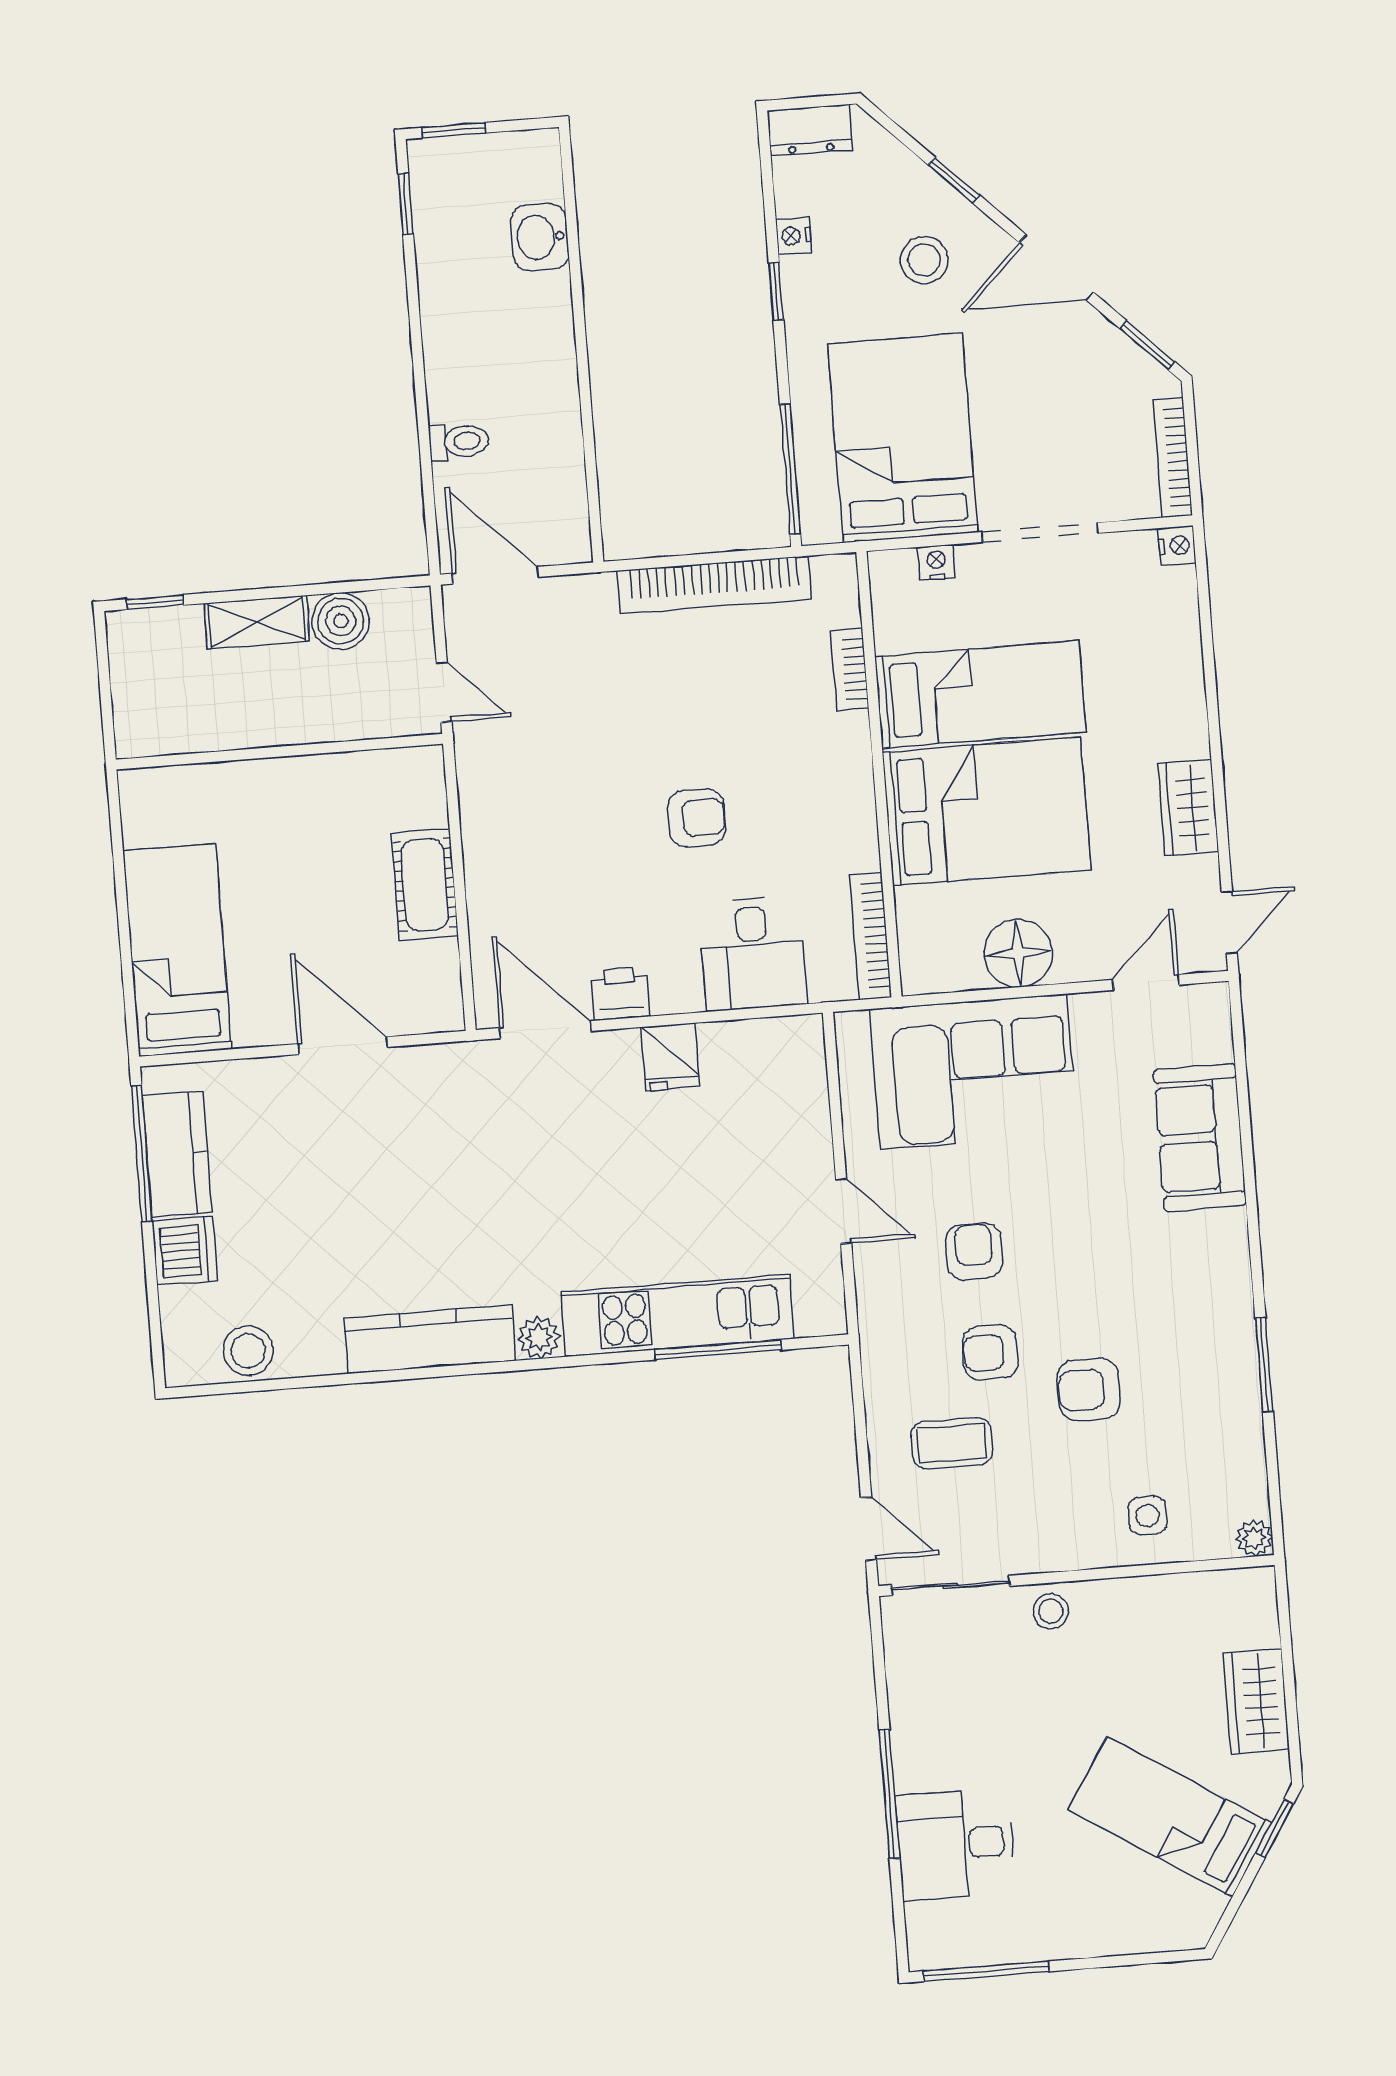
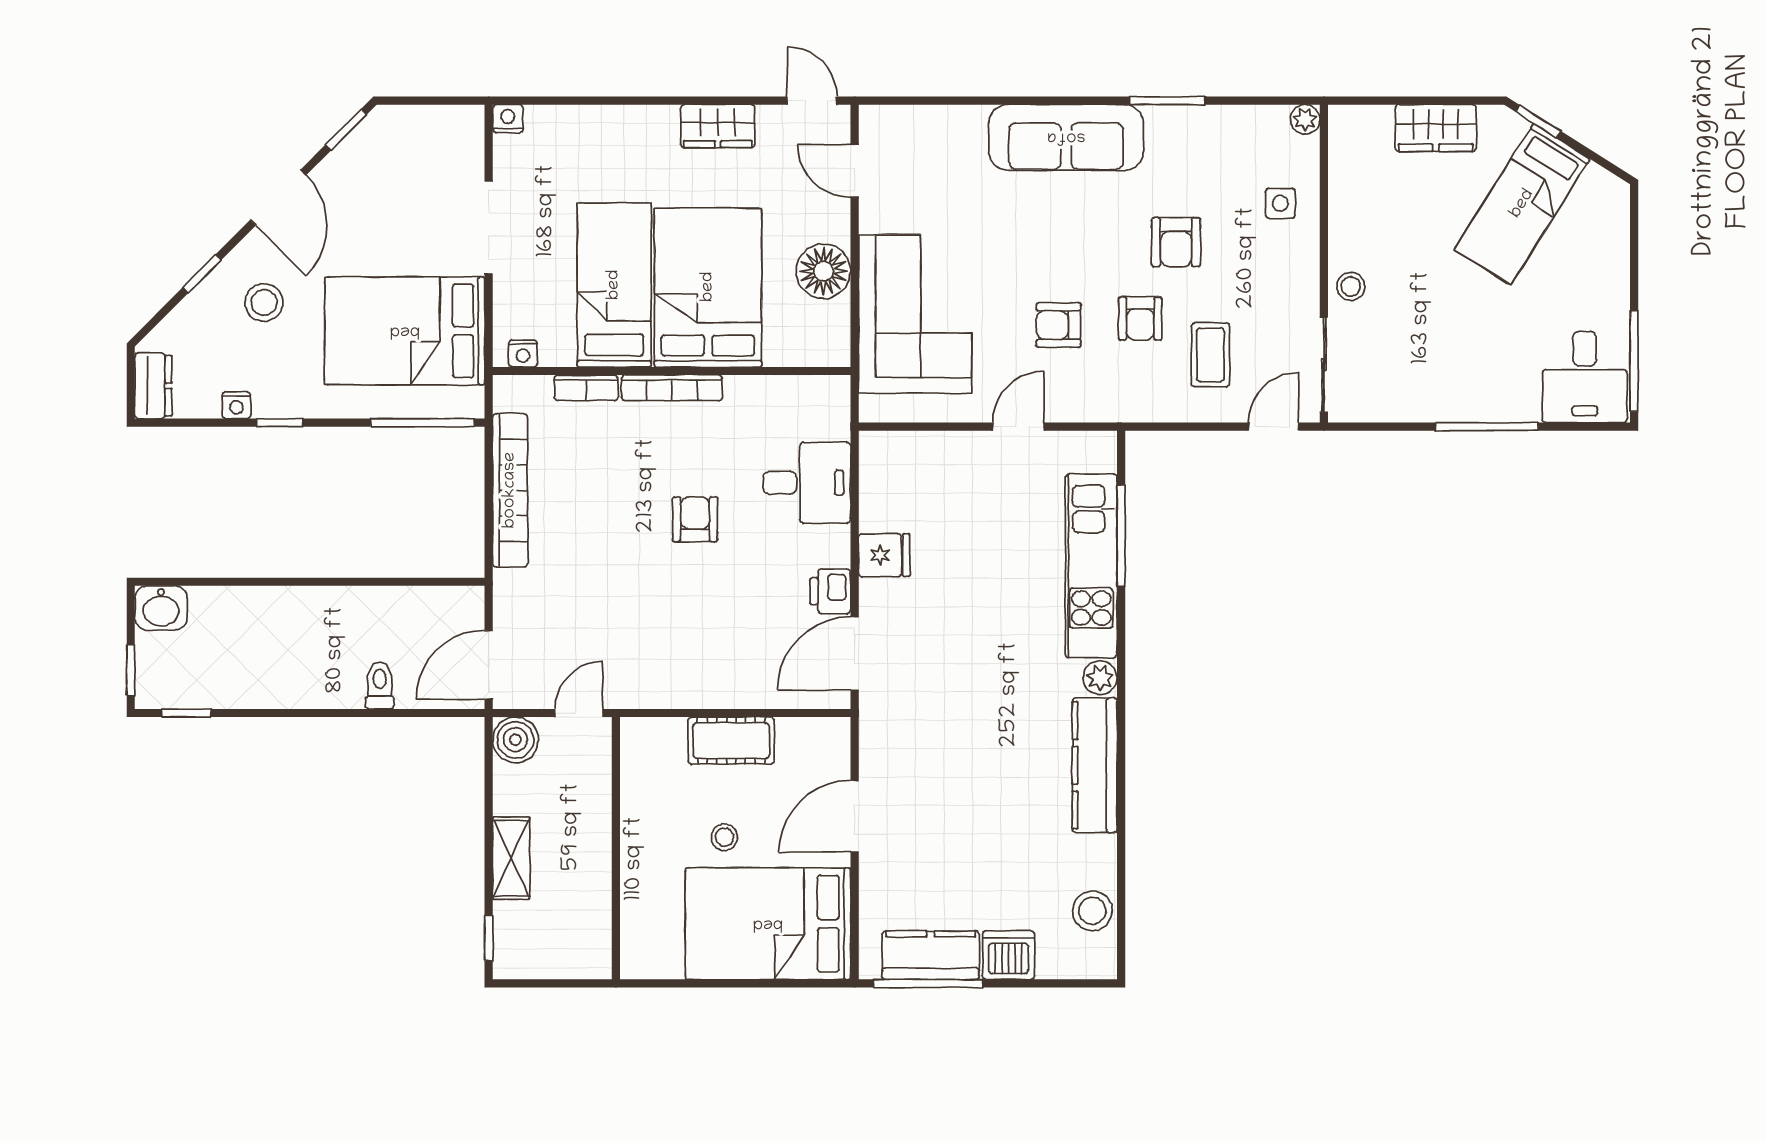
washbasin: (540, 237) -> (161, 608), moved
bookcase: (1173, 458) -> (437, 117), removed
nightstand: (936, 562) -> (523, 353), moved, turned -90
boiler: (341, 621) -> (515, 740), moved
stool: (304, 886) -> (724, 837), added
bookcase: (870, 936) -> (672, 388), moved
bed: (177, 950) -> (768, 924), width x1.50
sofa: (1200, 1137) -> (1066, 137), moved, width x1.36
desk: (956, 1844) -> (1585, 377), moved

